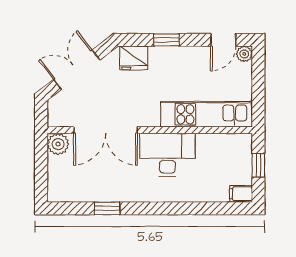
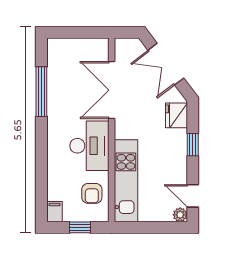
double door: (77, 70) -> (166, 64), swing flipped
plant: (58, 144) -> (99, 48), removed
armchair: (220, 152) -> (92, 193), added
window: (107, 208) -> (41, 92), width x2.17

